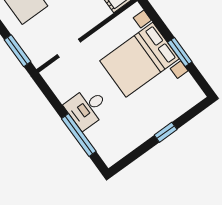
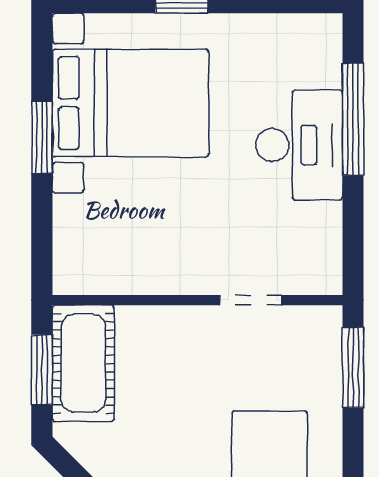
bed with nightstands: (139, 60) -> (131, 103), moved
desk: (87, 108) -> (299, 145), width x1.37

